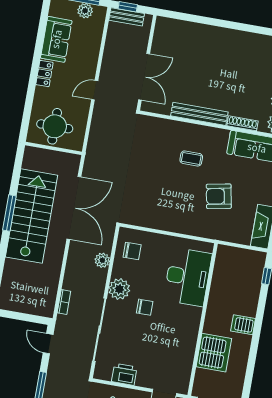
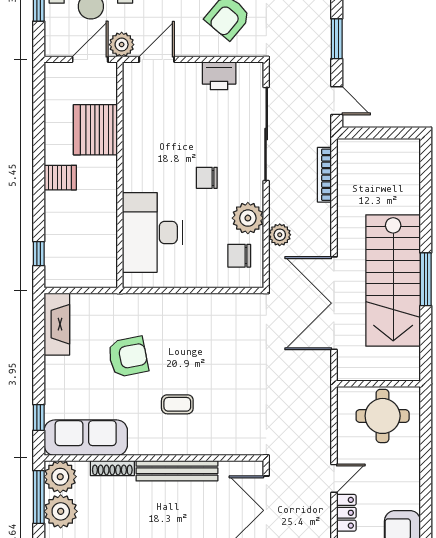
locker: (44, 74) -> (346, 513), moved, turned 180
plant: (119, 289) -> (248, 218), moved
bookcase: (64, 302) -> (324, 175), width x1.56

